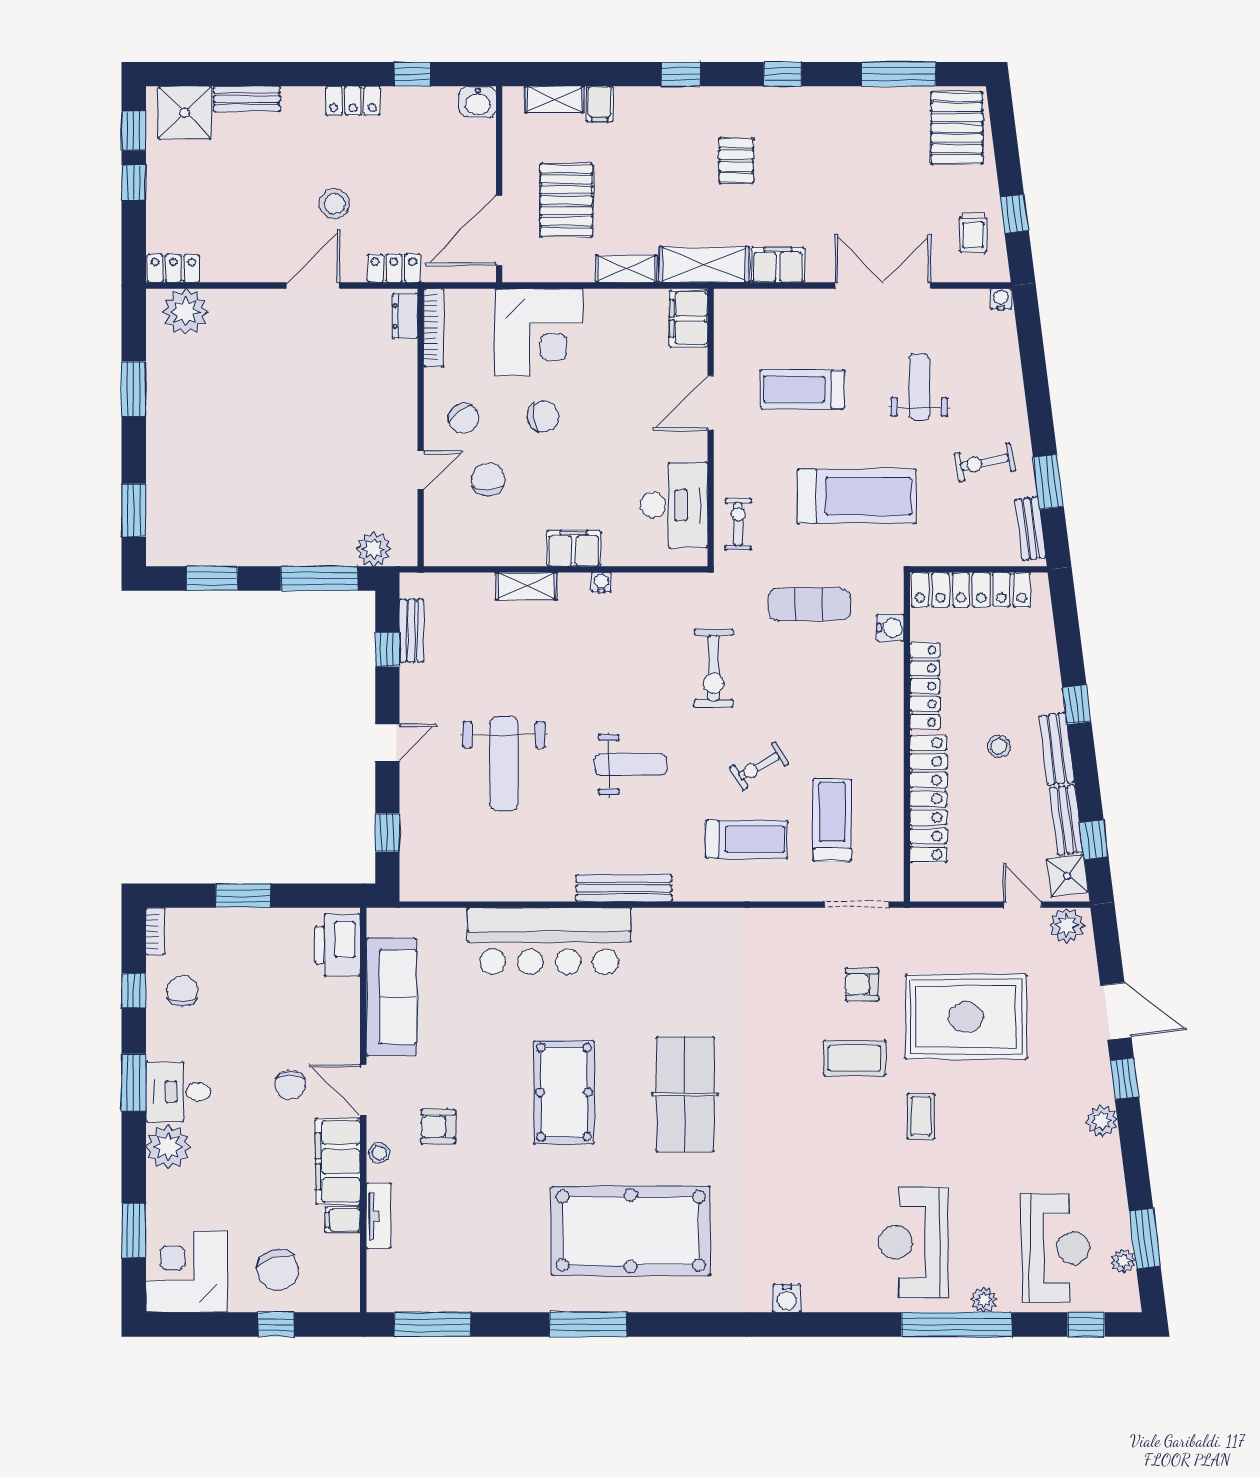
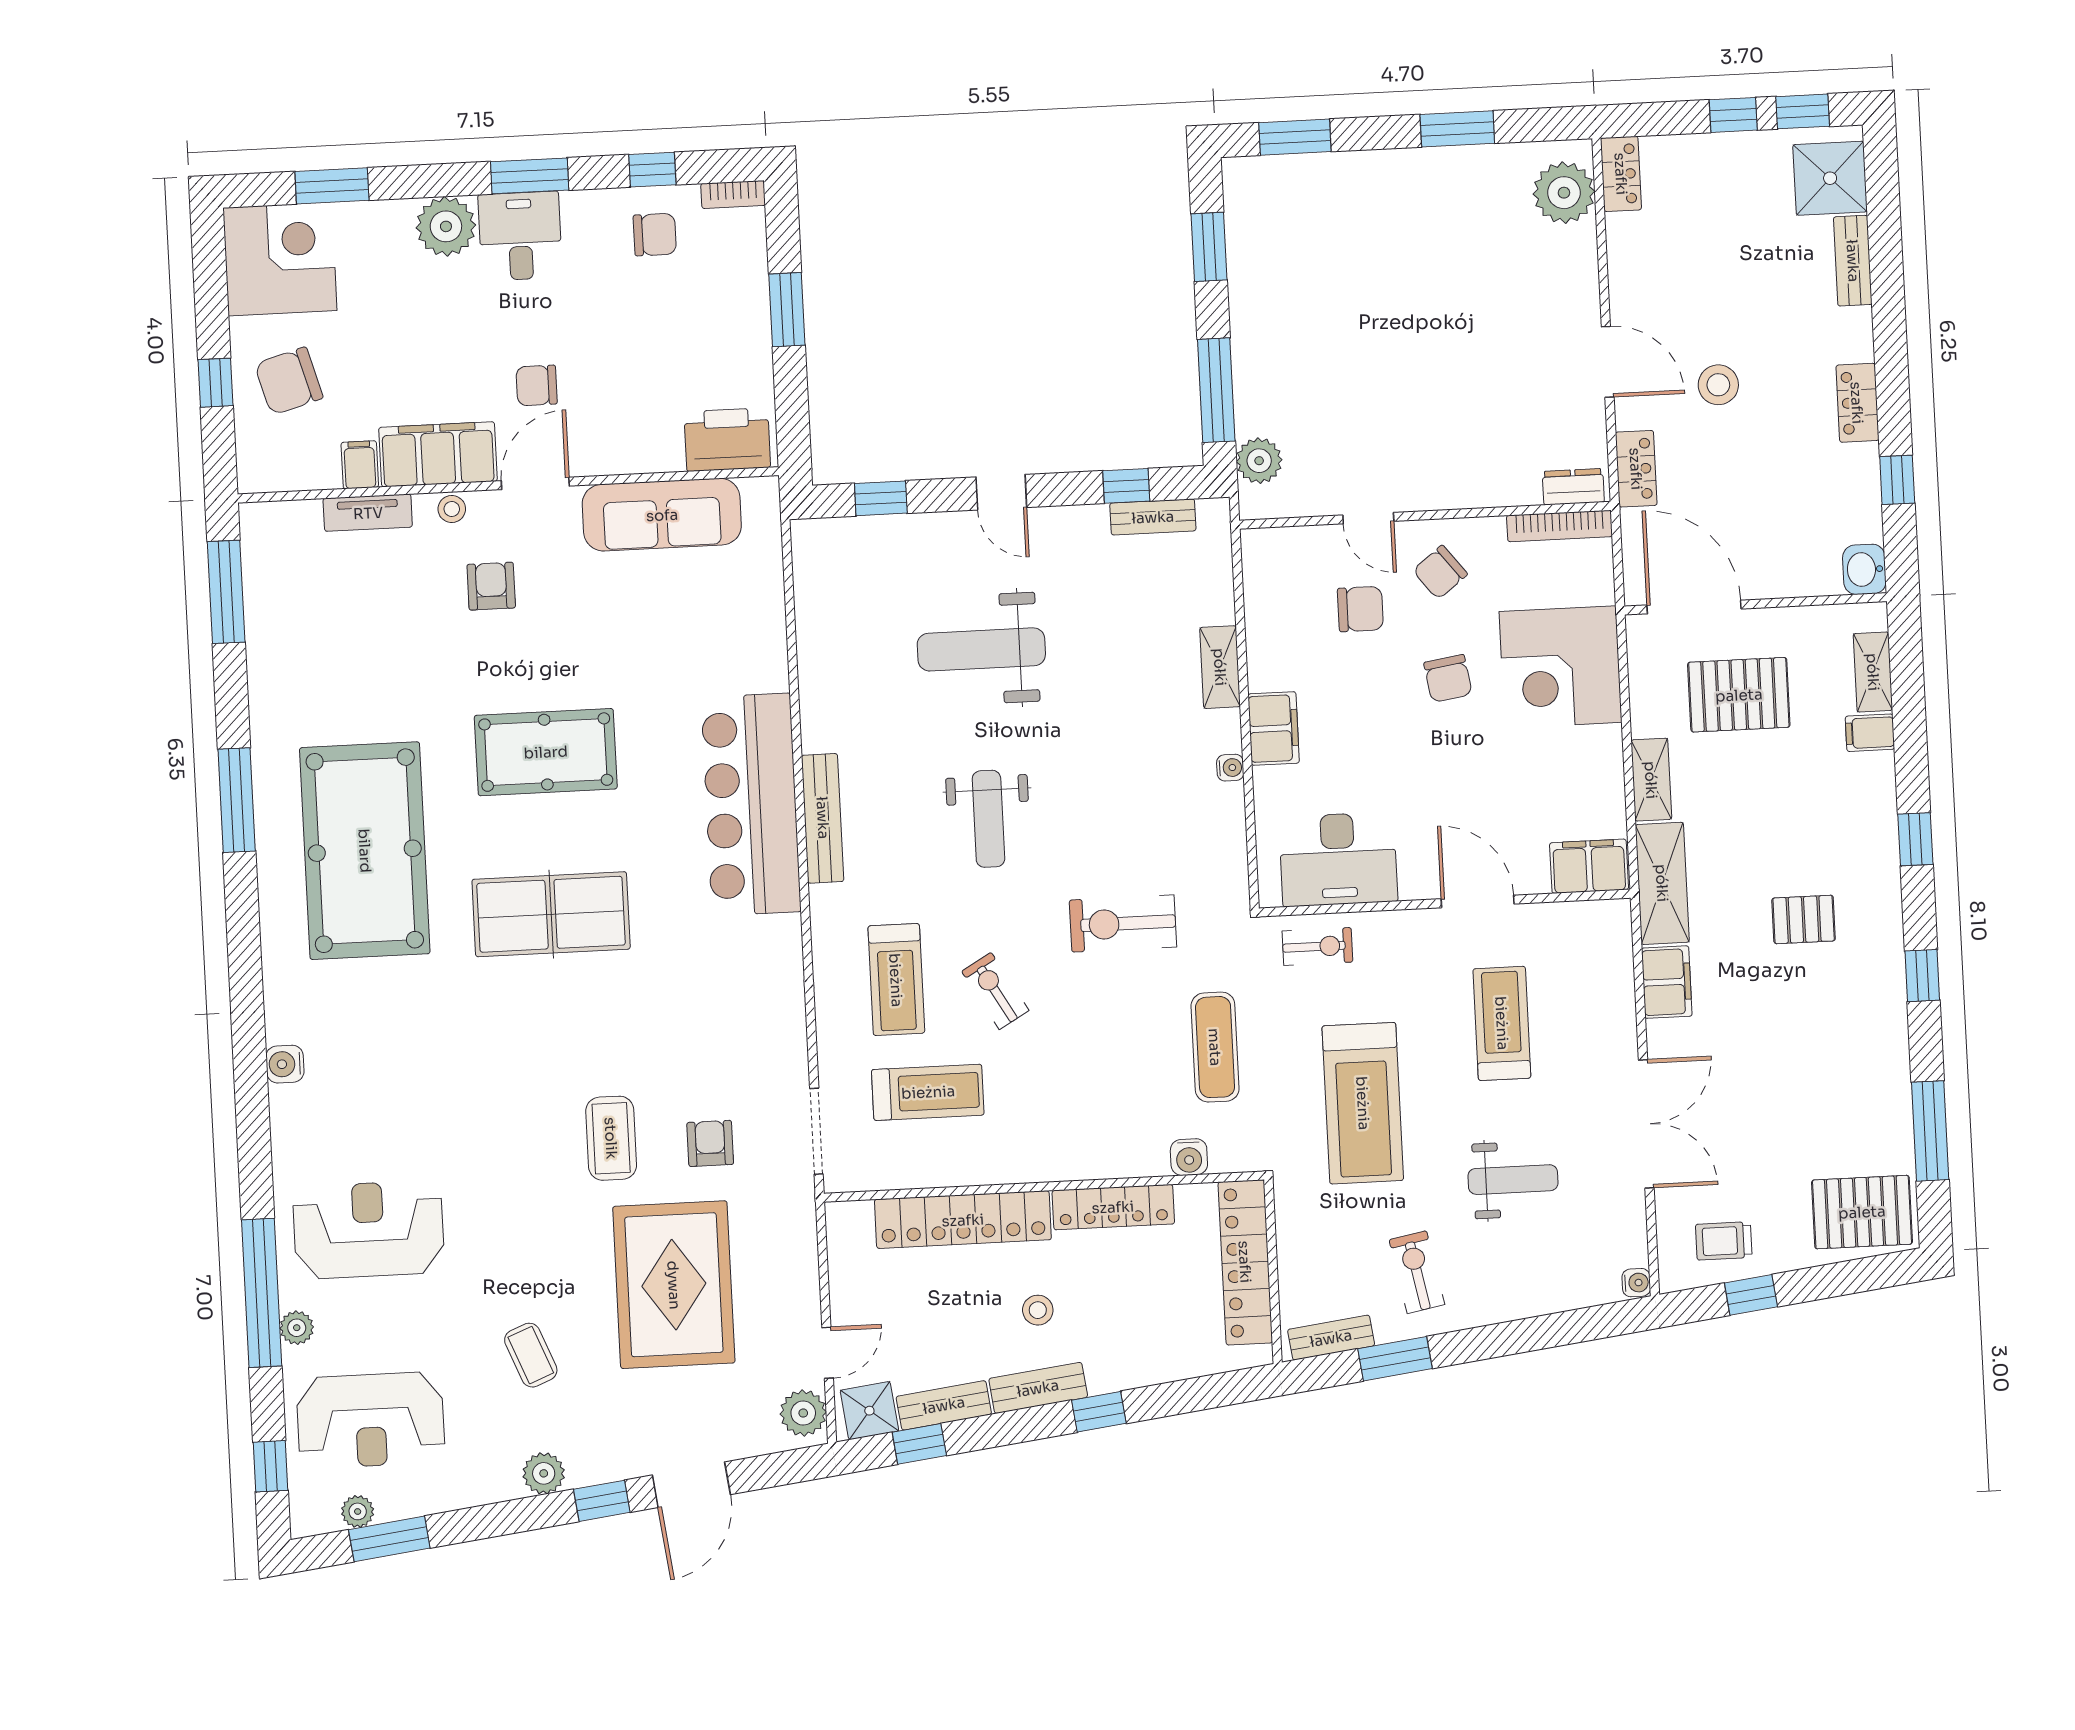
bar counter: (549, 941) -> (751, 804), moved
coffee table: (921, 1116) -> (531, 1355), moved, turned 68

